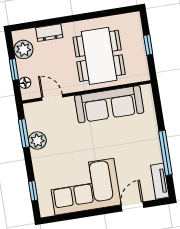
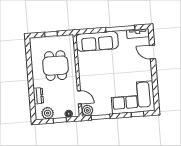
dining table: (99, 56) -> (56, 66), width x0.73
door: (52, 97) -> (79, 97), swing flipped
sofa: (109, 104) -> (97, 41), moved, turned 90
plant: (37, 141) -> (87, 110), moved
corner sofa: (84, 187) -> (133, 97), moved, turned 90

